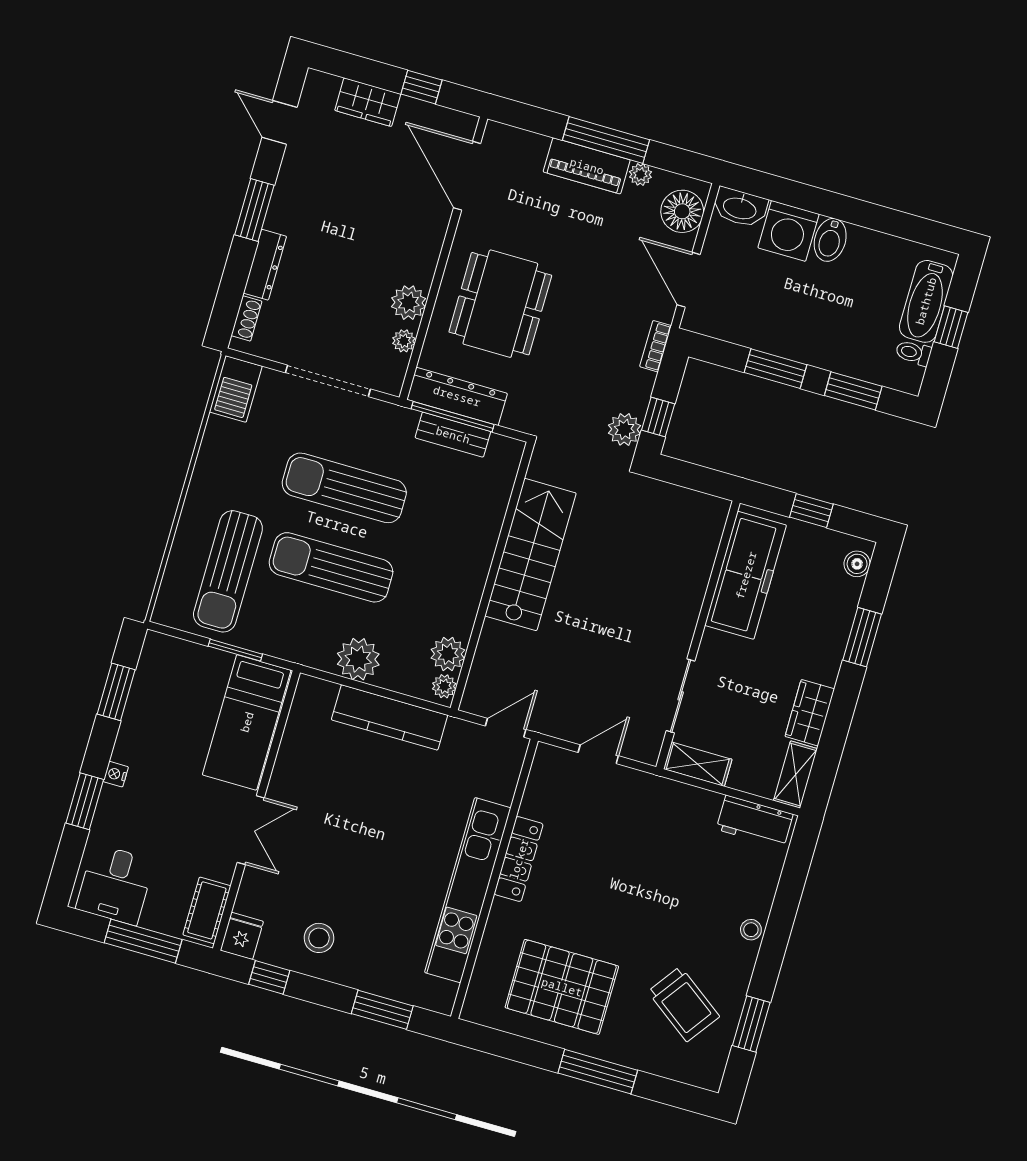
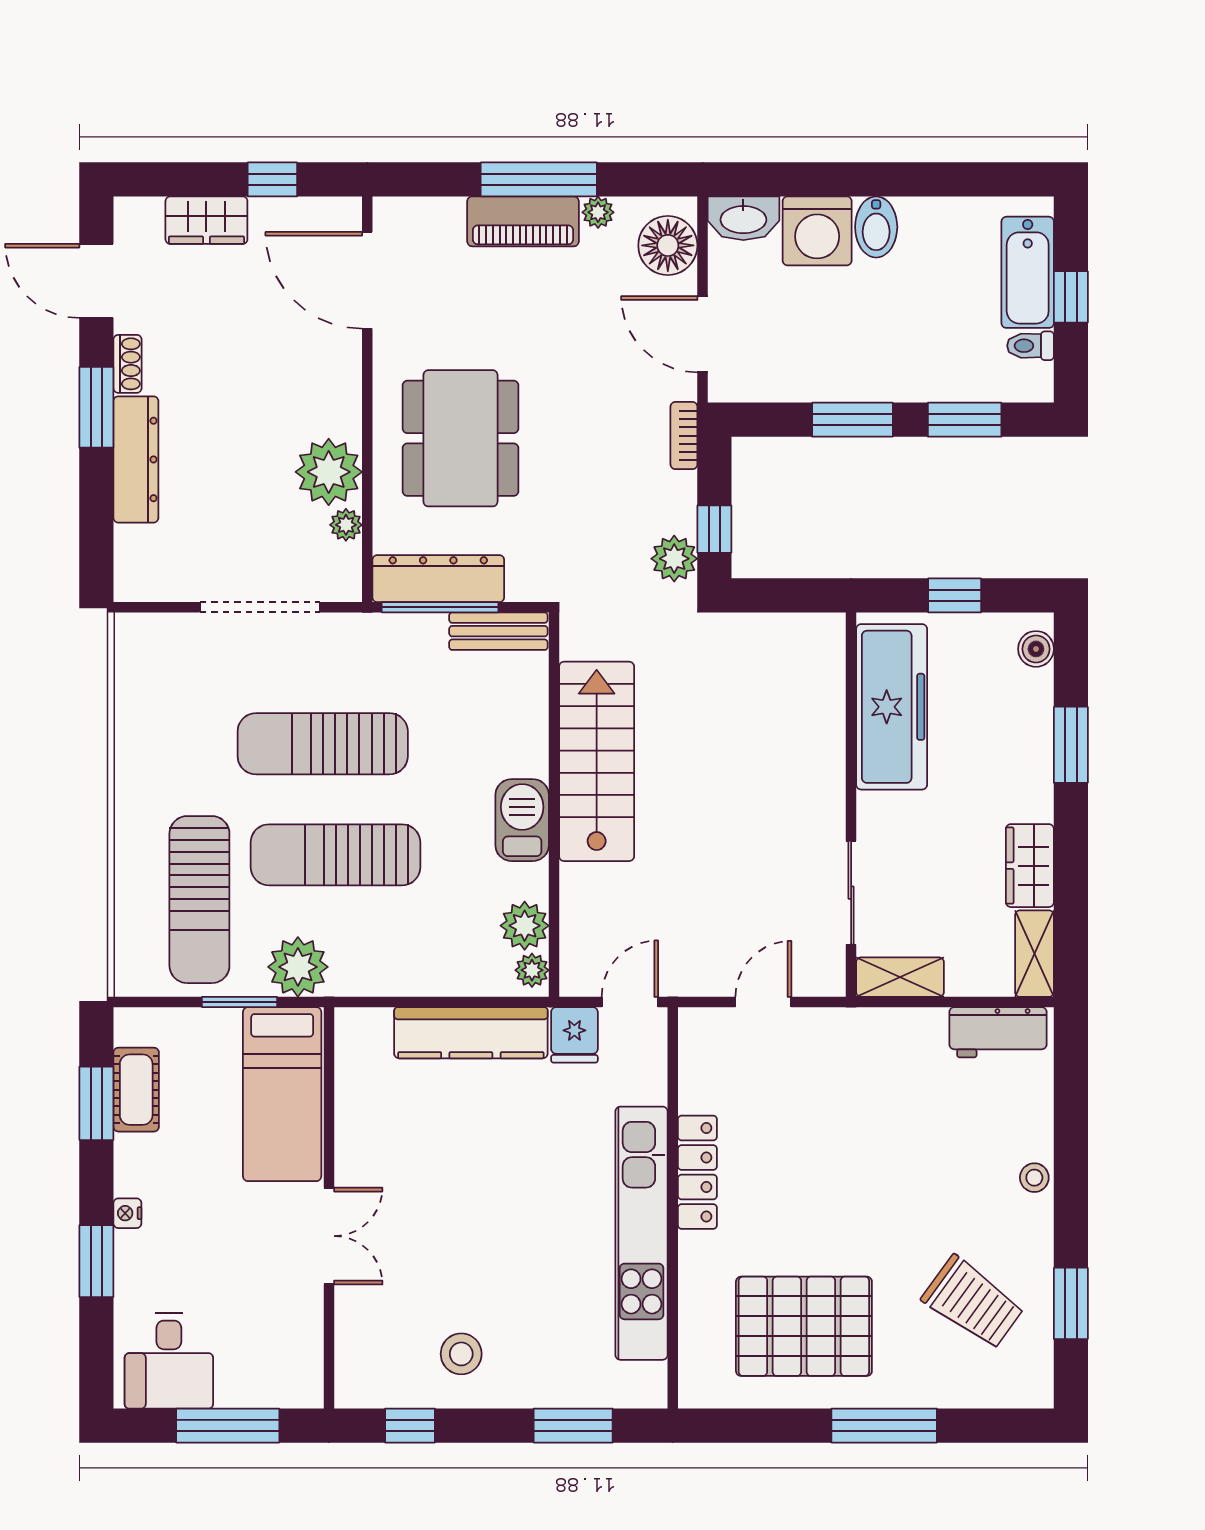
door: (279, 122) -> (96, 281), width x1.38
dresser: (265, 265) -> (136, 459), width x1.37, depth x1.24
plant: (409, 303) -> (329, 472), width x1.36, depth x1.36
shoe rack: (247, 318) -> (127, 364), moved
barbecue: (236, 389) -> (522, 820), moved, turned 180
bench: (453, 435) -> (498, 631), moved
plant: (358, 659) -> (298, 967), moved
cot: (207, 910) -> (136, 1090), moved
fridge: (242, 936) -> (574, 1035), moved, turned 180

